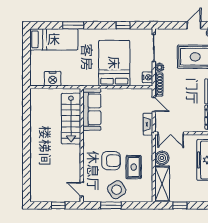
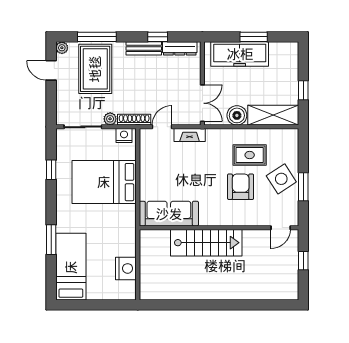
stairs: (71, 119) -> (206, 243), moved

